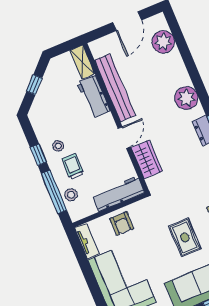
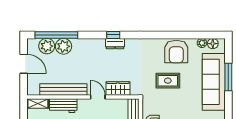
window: (183, 49) -> (56, 35), added
plant: (186, 98) -> (63, 46), moved
rug: (185, 237) -> (168, 81), moved

